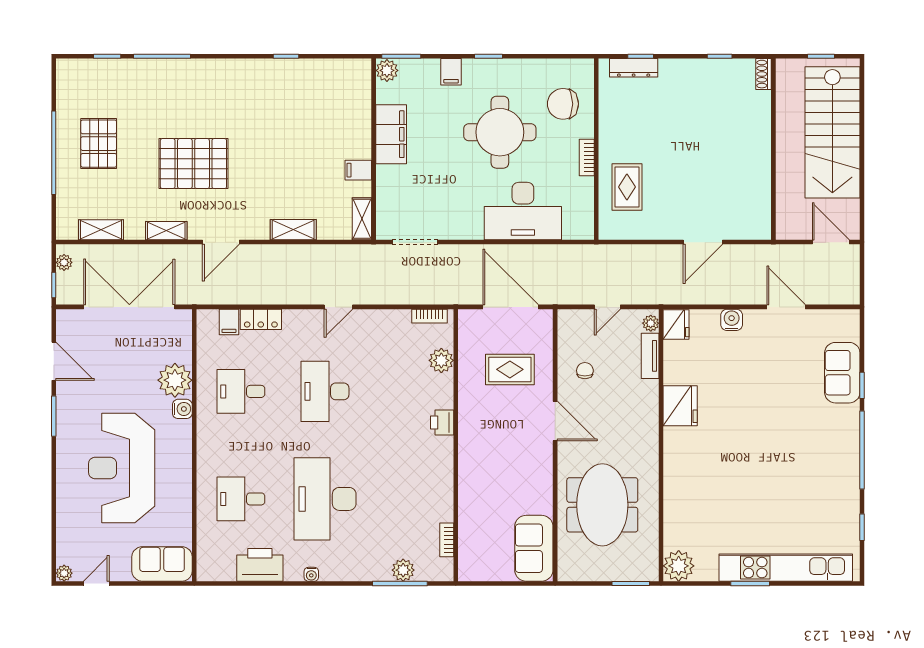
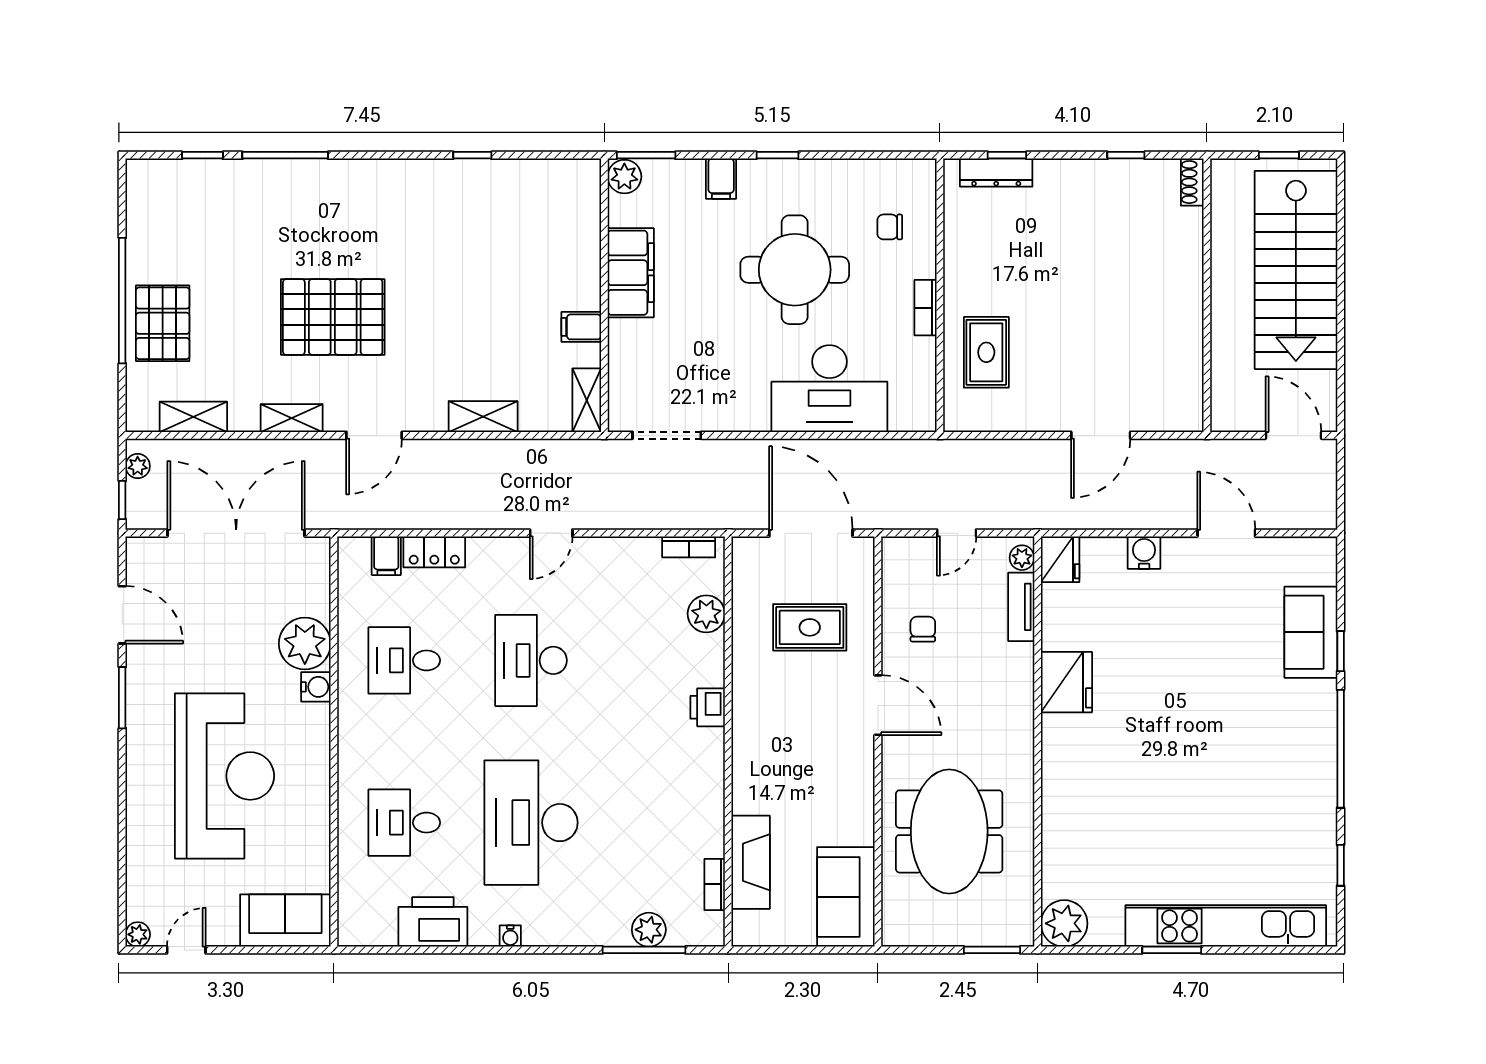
chair: (563, 104) -> (890, 227), width x0.54, depth x0.54
pallet: (99, 144) -> (163, 323), moved
reception desk: (122, 468) -> (224, 776), turned 180
fireplace: (471, 525) -> (751, 862), added

